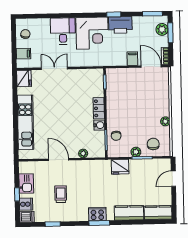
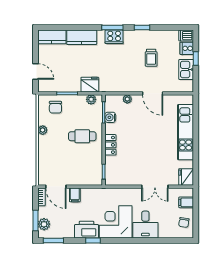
cafe table: (126, 116) -> (82, 136), added
water cooler: (99, 125) -> (110, 117), moved
chair: (116, 136) -> (93, 116), removed
plant: (136, 152) -> (91, 99), moved
door: (173, 179) -> (35, 71), hinge flipped
window: (53, 224) -> (142, 28), moved

